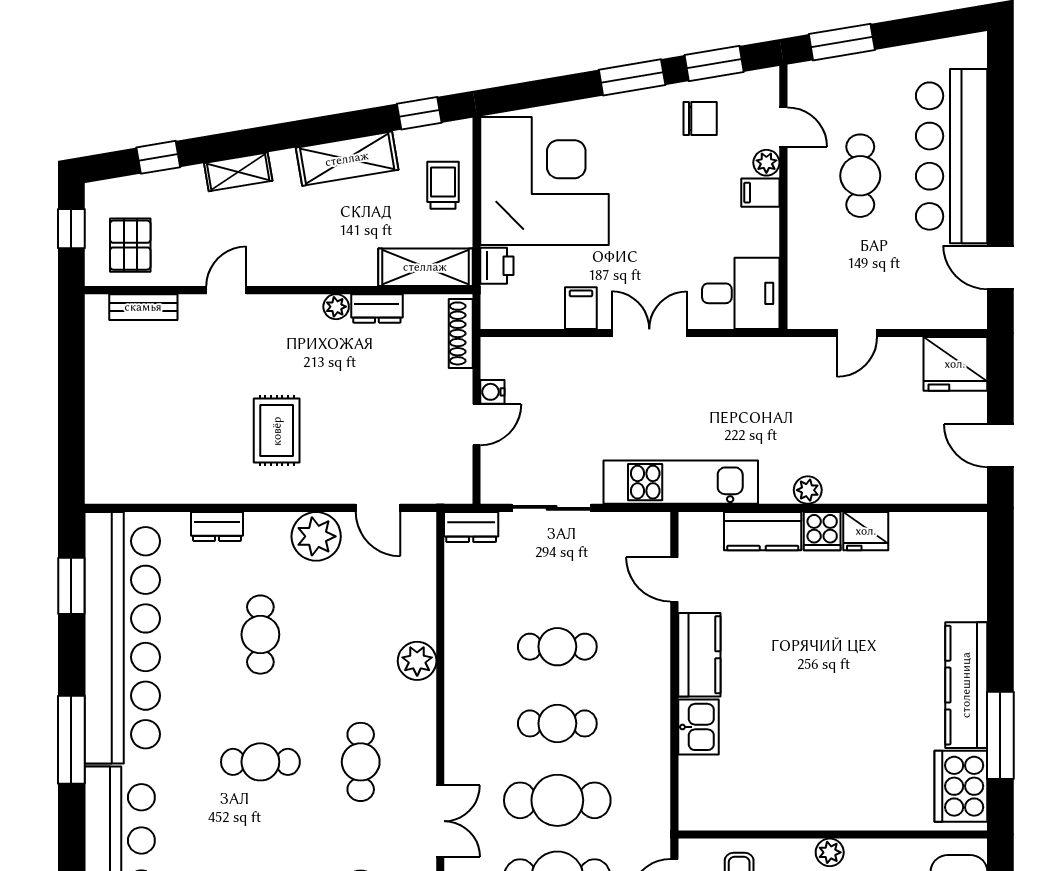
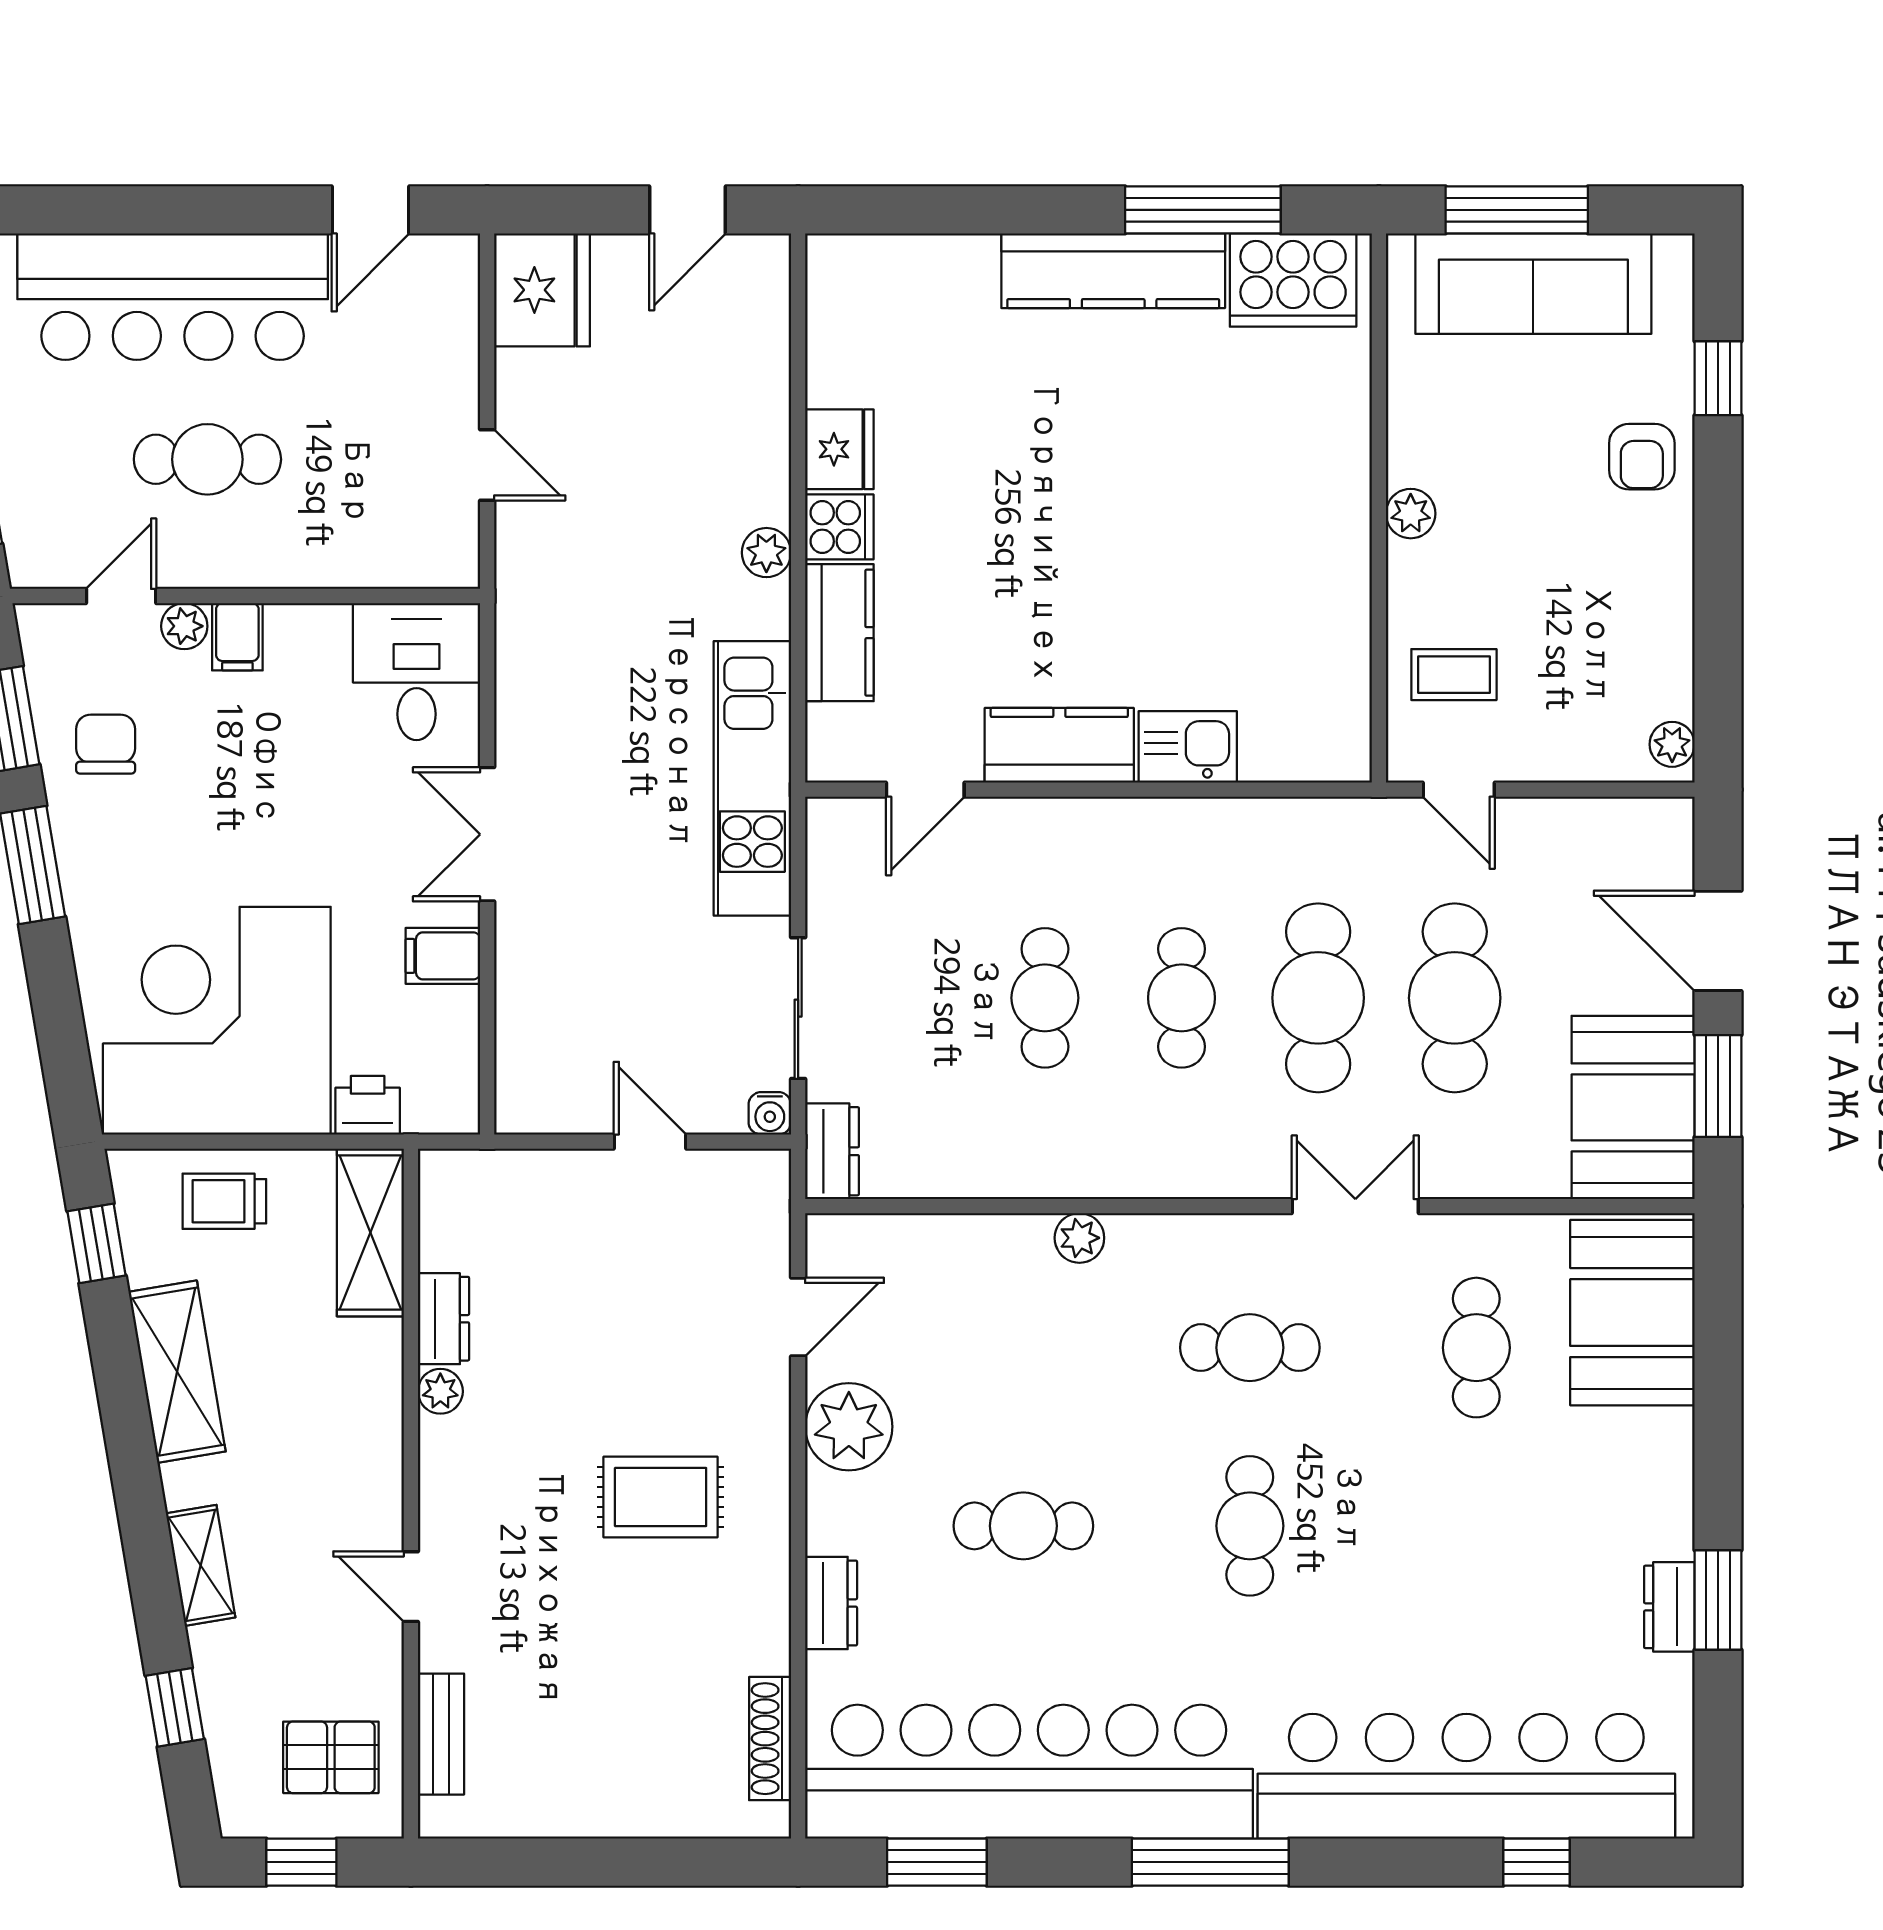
shoe rack: (461, 333) -> (770, 1739), moved, turned 90
water cooler: (492, 392) -> (770, 1113), moved
plant: (417, 661) -> (1079, 1238), width x0.73, depth x0.73

